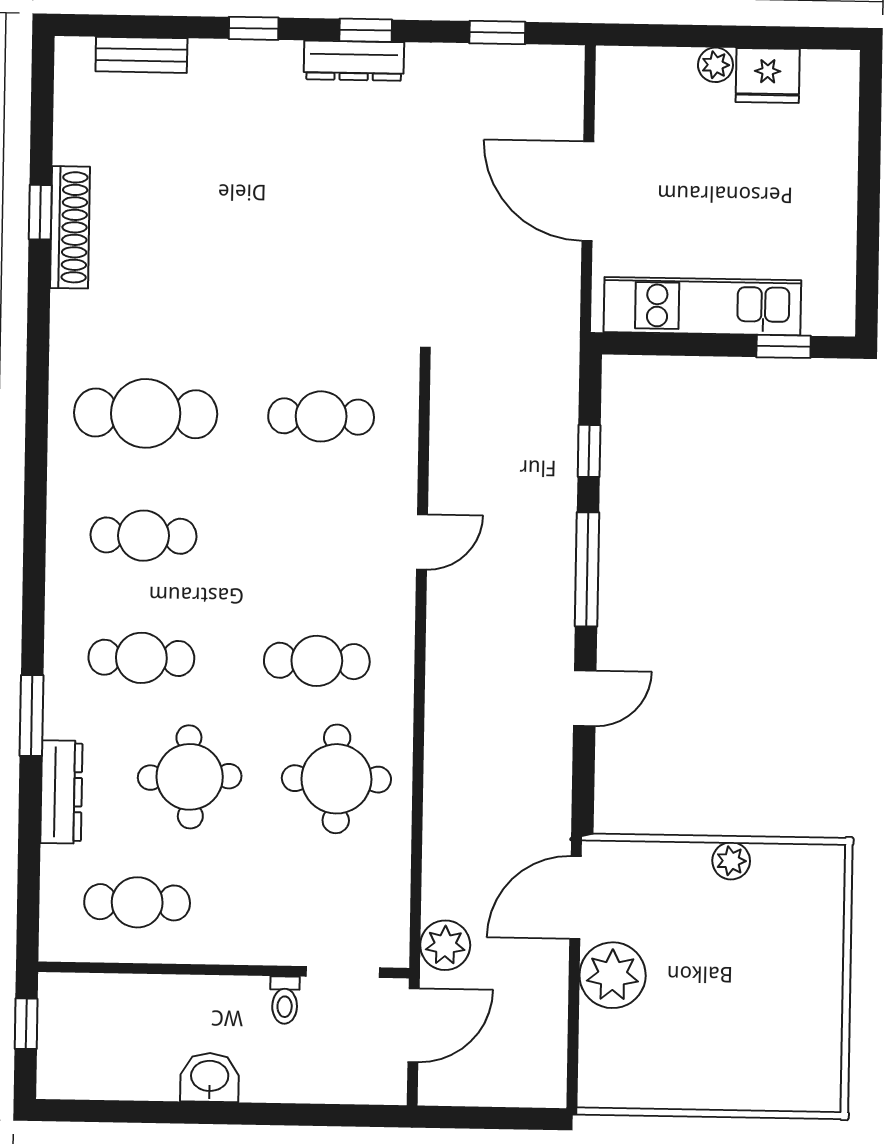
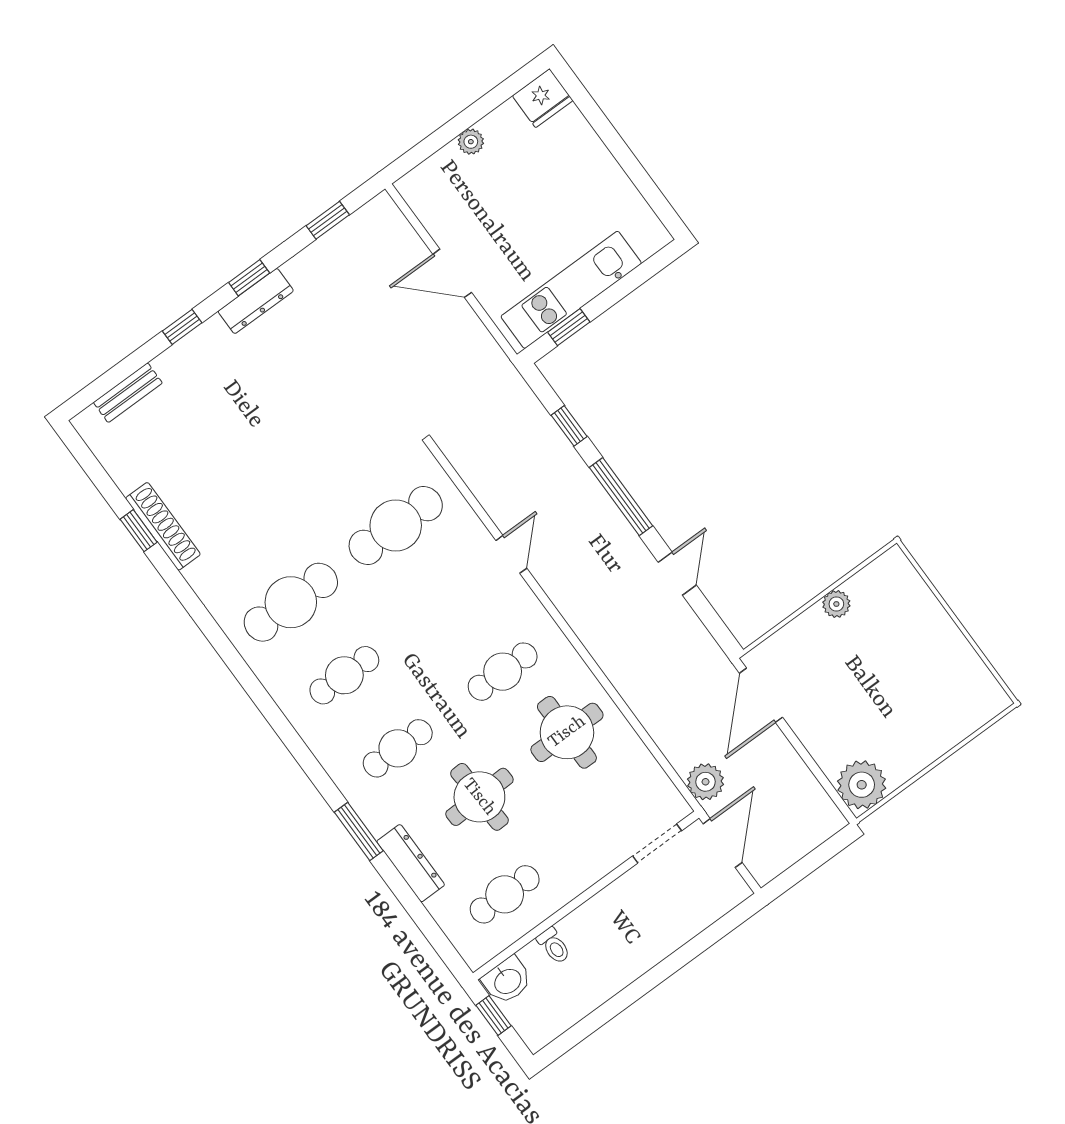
fridge: (768, 75) -> (543, 98), moved
door: (588, 191) -> (452, 273), width x0.73
window: (784, 346) -> (569, 327), moved
cafe table: (321, 416) -> (396, 525), width x1.37, depth x1.35
plant: (613, 975) -> (862, 785), moved
toilet: (285, 1000) -> (554, 946), moved
washbasin: (210, 1077) -> (507, 981), moved, turned 180

